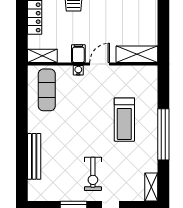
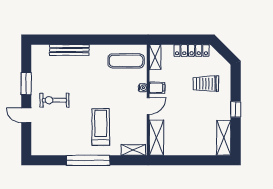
door: (100, 64) -> (148, 106), hinge flipped
treadmill: (124, 120) -> (101, 127), turned 90
shelving: (151, 187) -> (133, 150), moved

